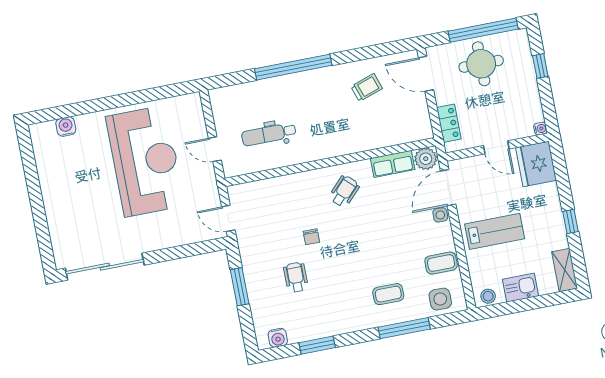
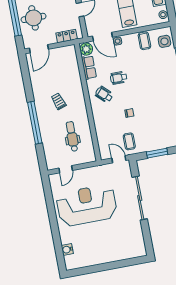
trolley: (367, 88) -> (59, 101), moved
dental chair: (269, 134) -> (72, 136), turned 180
door: (215, 149) -> (66, 169), moved
door: (228, 218) -> (119, 159), swing flipped
sliding door: (105, 267) -> (140, 198), moved
wheelchair: (296, 277) -> (119, 78), moved
coffee table: (388, 294) -> (129, 141), moved

